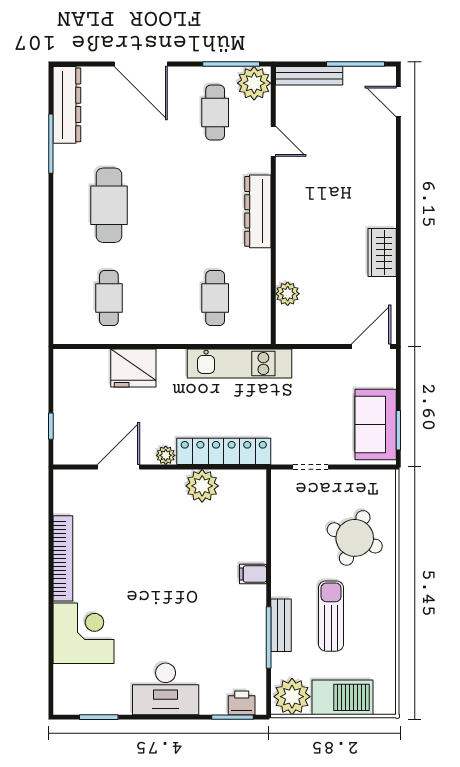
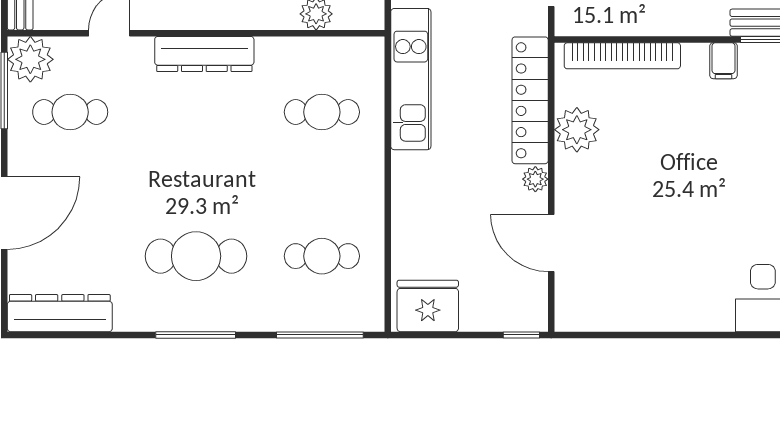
window: (51, 144) -> (196, 335), moved
window: (51, 297) -> (320, 335), added
fridge: (133, 368) -> (428, 306), moved, turned -90
window: (51, 426) -> (521, 335), moved
bookcase: (63, 558) -> (622, 56), moved, turned 180
filing cabinet: (253, 574) -> (723, 61), moved

